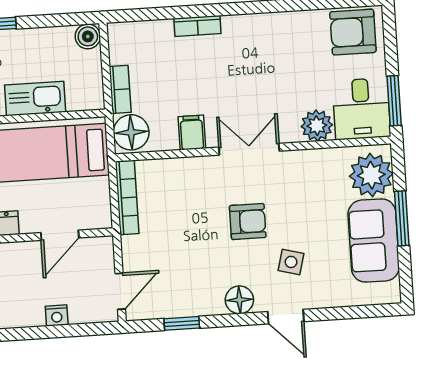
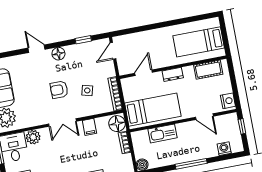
side table: (291, 262) -> (87, 90), moved
nightstand: (57, 316) -> (140, 36), removed

